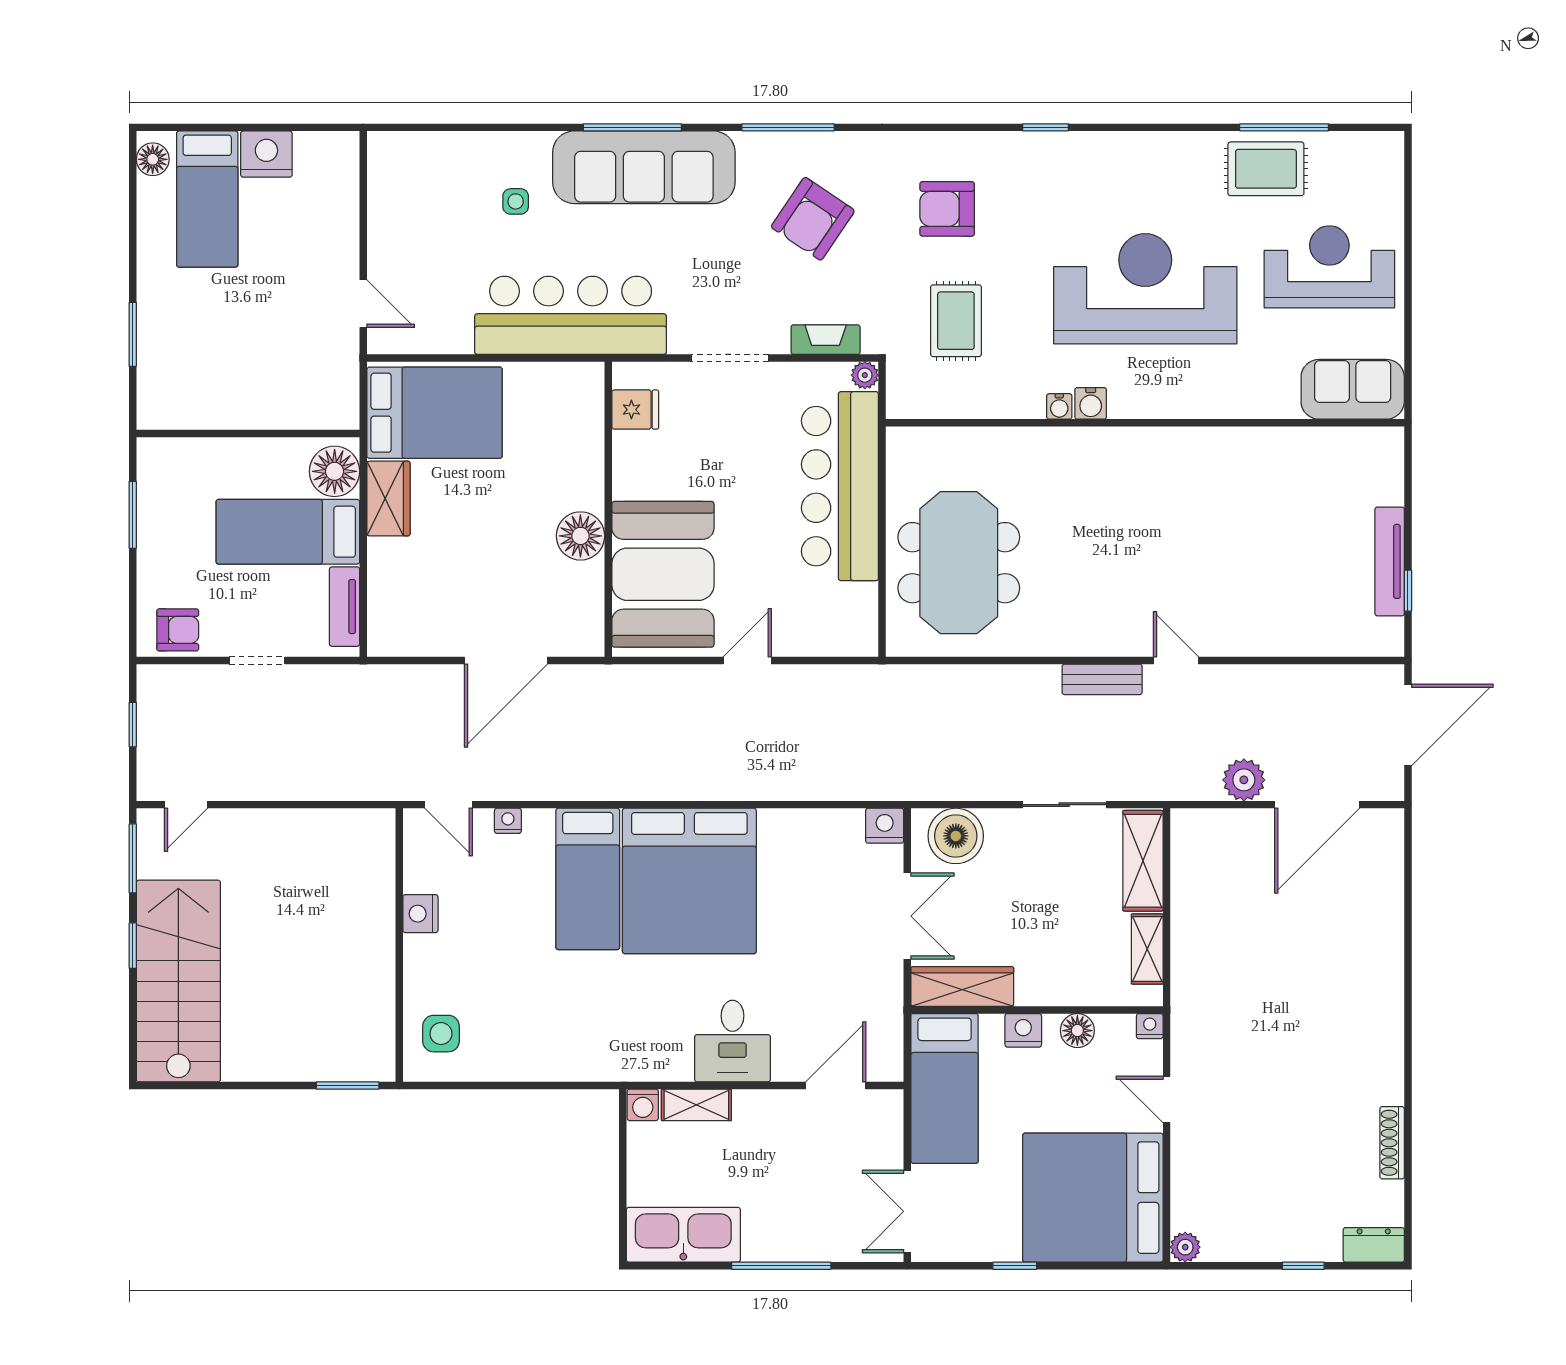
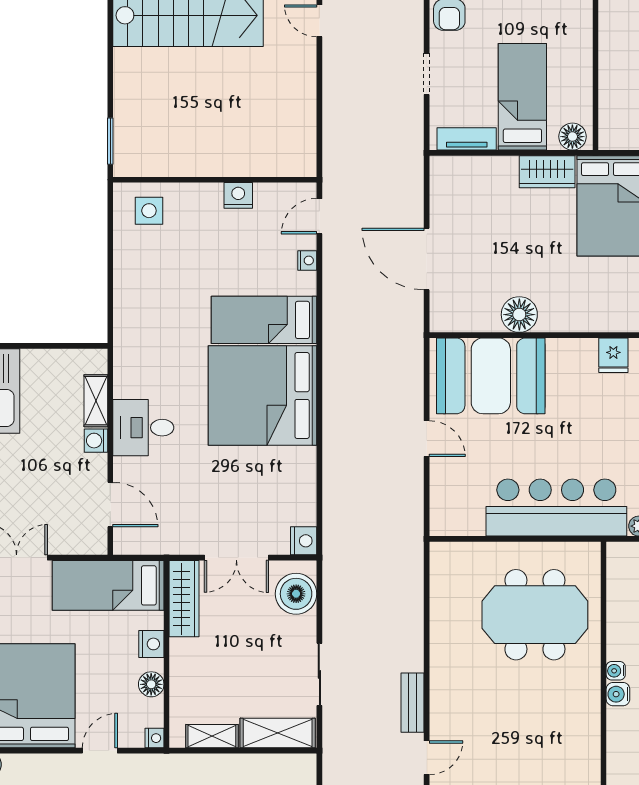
floor lamp: (335, 471) -> (572, 137), width x0.73, depth x0.73
meeting table: (959, 563) -> (535, 615), moved
washing machine: (643, 1105) -> (96, 441), moved

